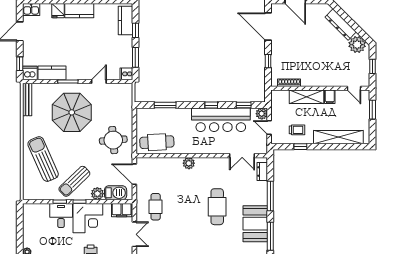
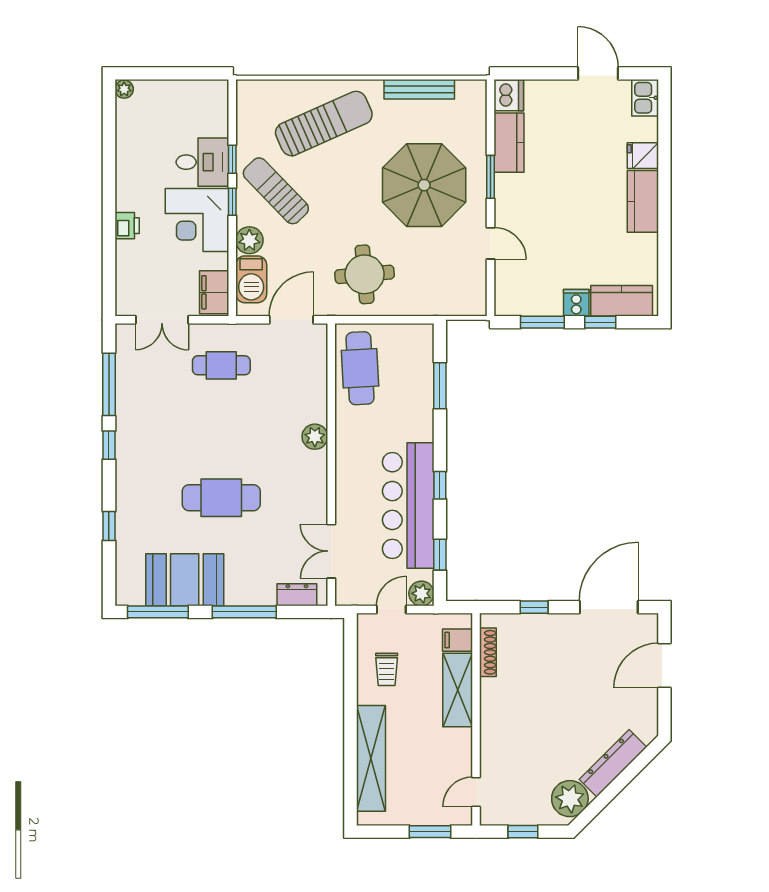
window: (20, 64) -> (528, 73), removed
cooker: (126, 74) -> (576, 303), moved
filing cabinet: (330, 97) -> (458, 640), moved
bench: (27, 99) -> (419, 89), moved
window: (300, 147) -> (350, 677), removed

